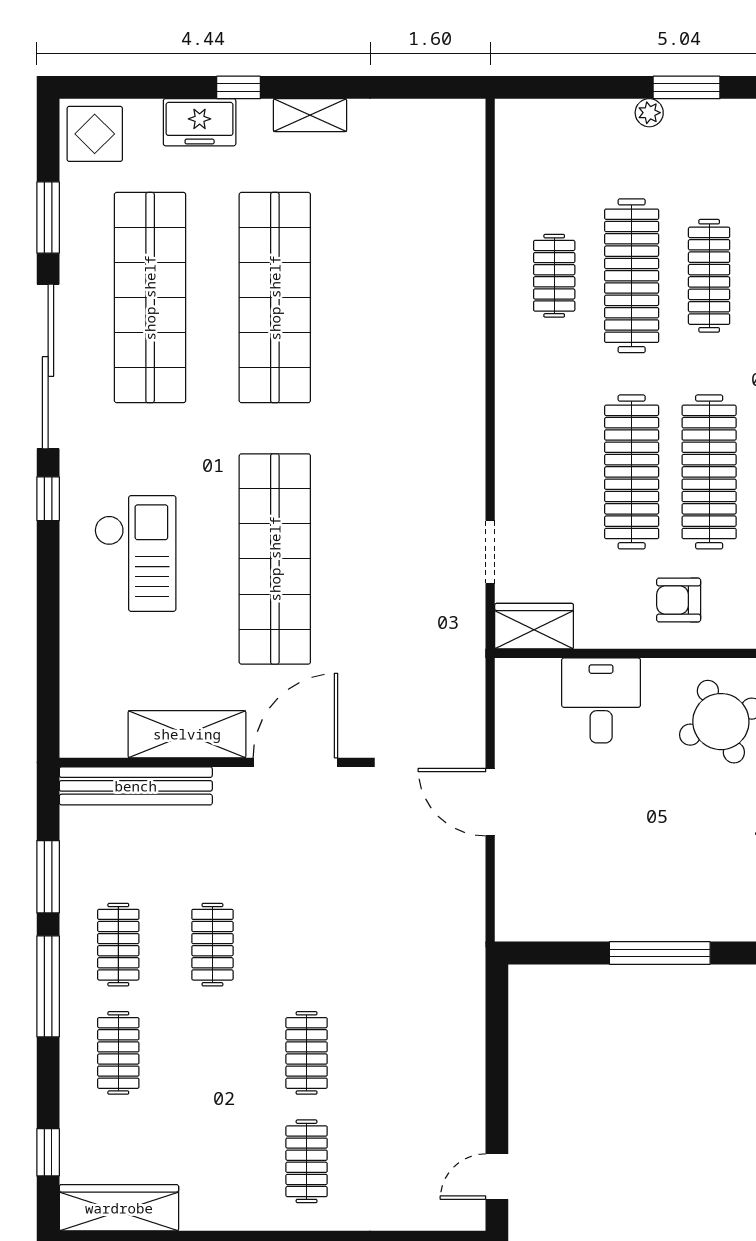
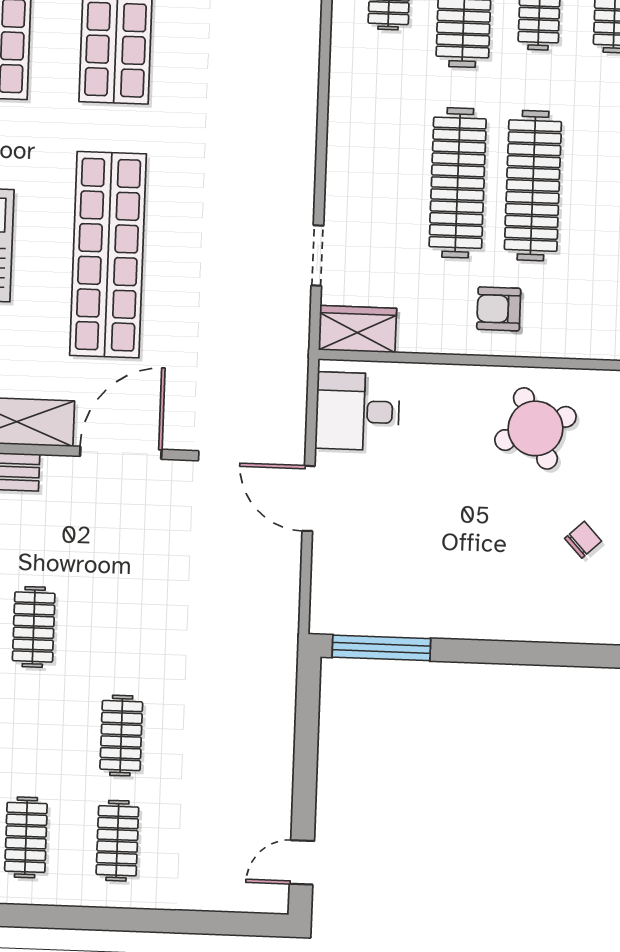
desk: (601, 700) -> (357, 411), moved, turned -90
window: (660, 953) -> (381, 648), moved
clothes rail: (212, 1161) -> (26, 837), added

